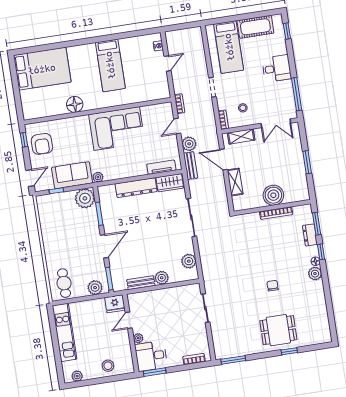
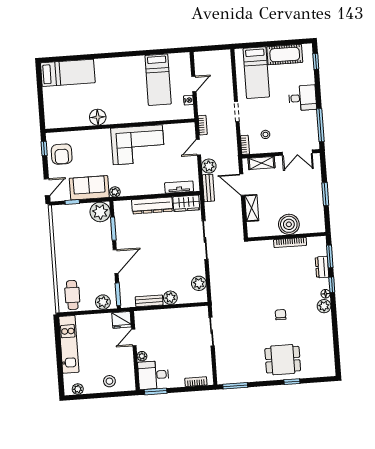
nightstand: (158, 46) -> (189, 100), moved
bed: (110, 65) -> (158, 80), moved
bed: (42, 69) -> (68, 73), width x0.67

